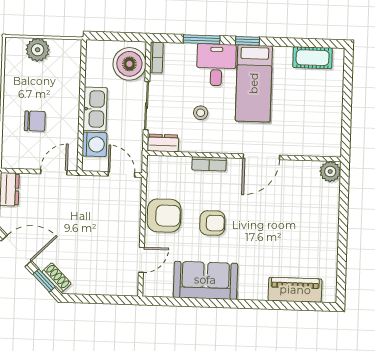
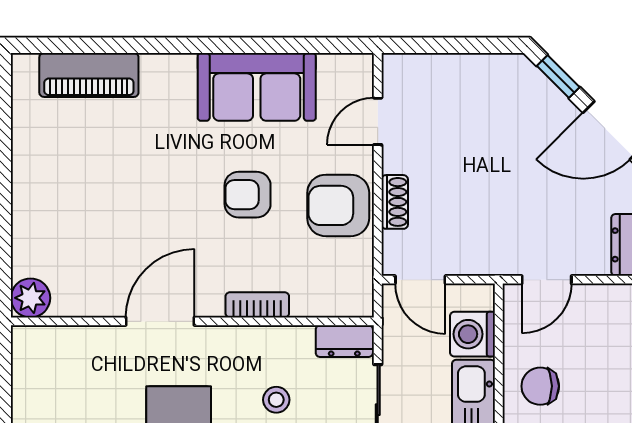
chair: (35, 121) -> (540, 386), moved
shoe rack: (56, 278) -> (395, 202), moved, turned -135

